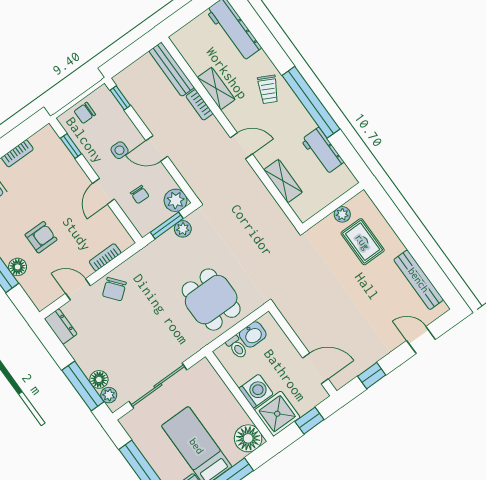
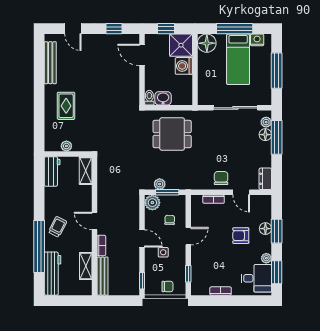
shelving: (216, 89) -> (86, 266), moved
window: (311, 102) -> (39, 246), moved
door: (241, 146) -> (95, 221), moved
wall: (333, 206) -> (68, 154), moved
plant: (342, 214) -> (66, 146), moved
chair: (114, 289) -> (221, 178), turned -51
dining table: (211, 300) -> (172, 134), turned 90
toilet: (237, 347) -> (149, 98), moved

